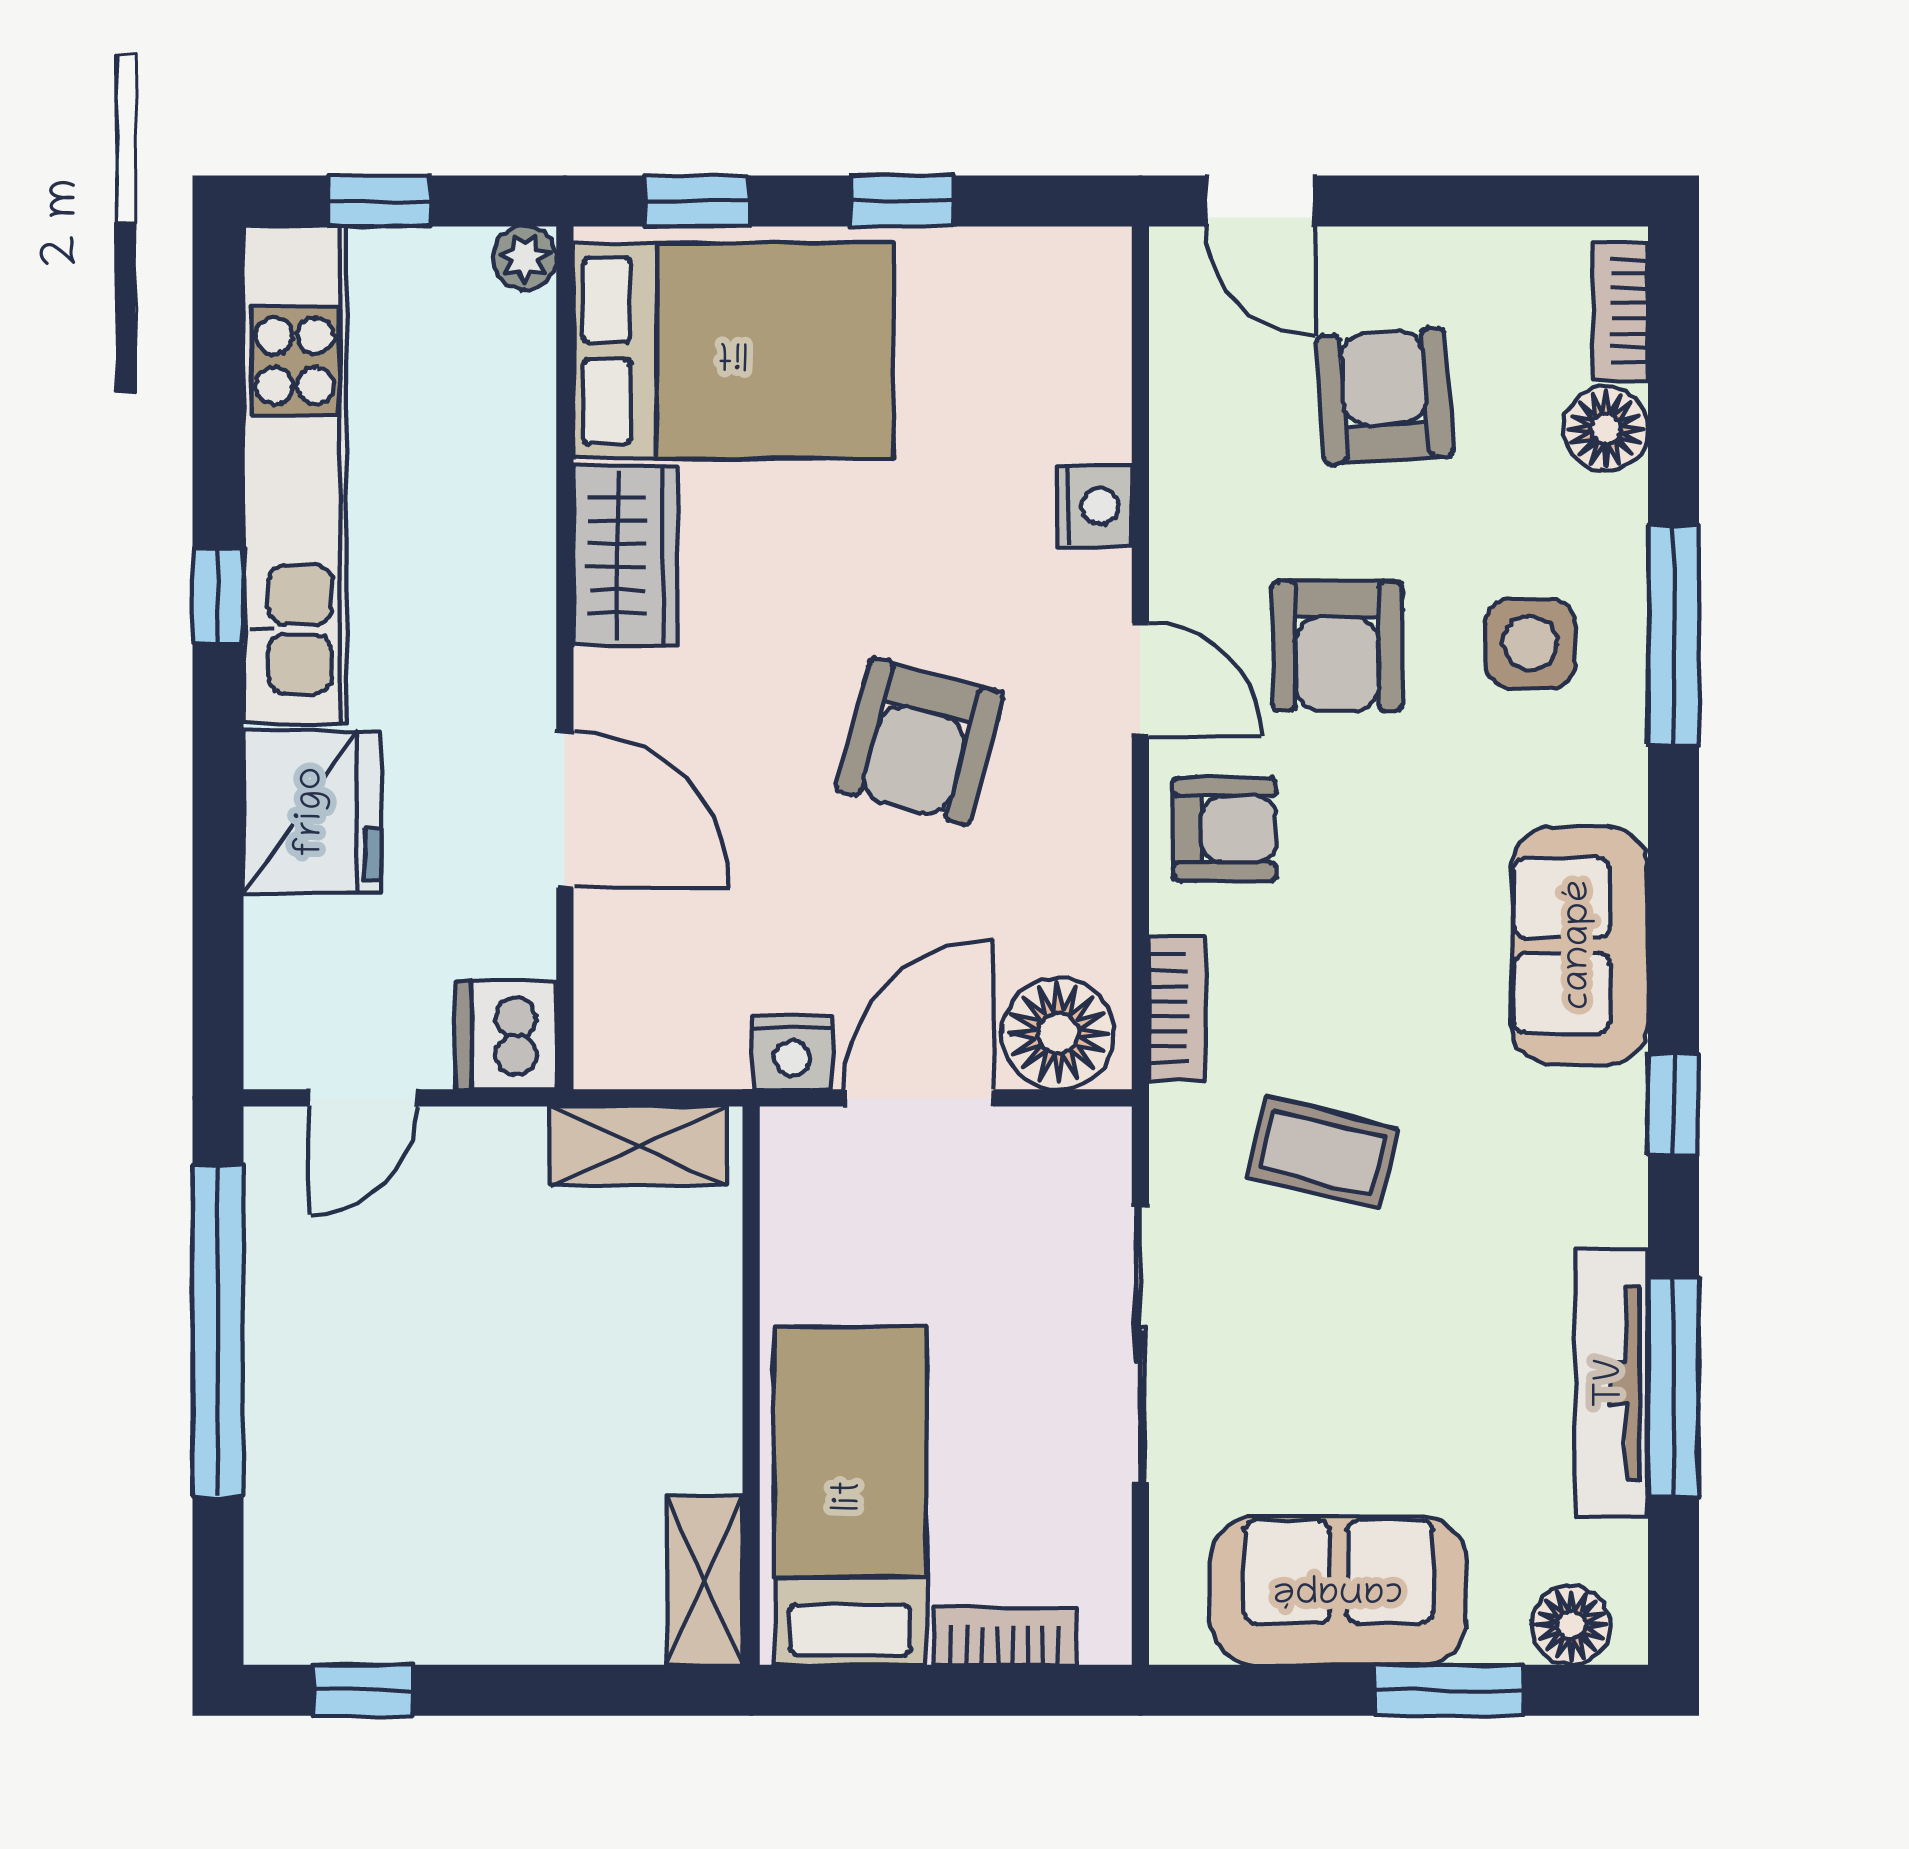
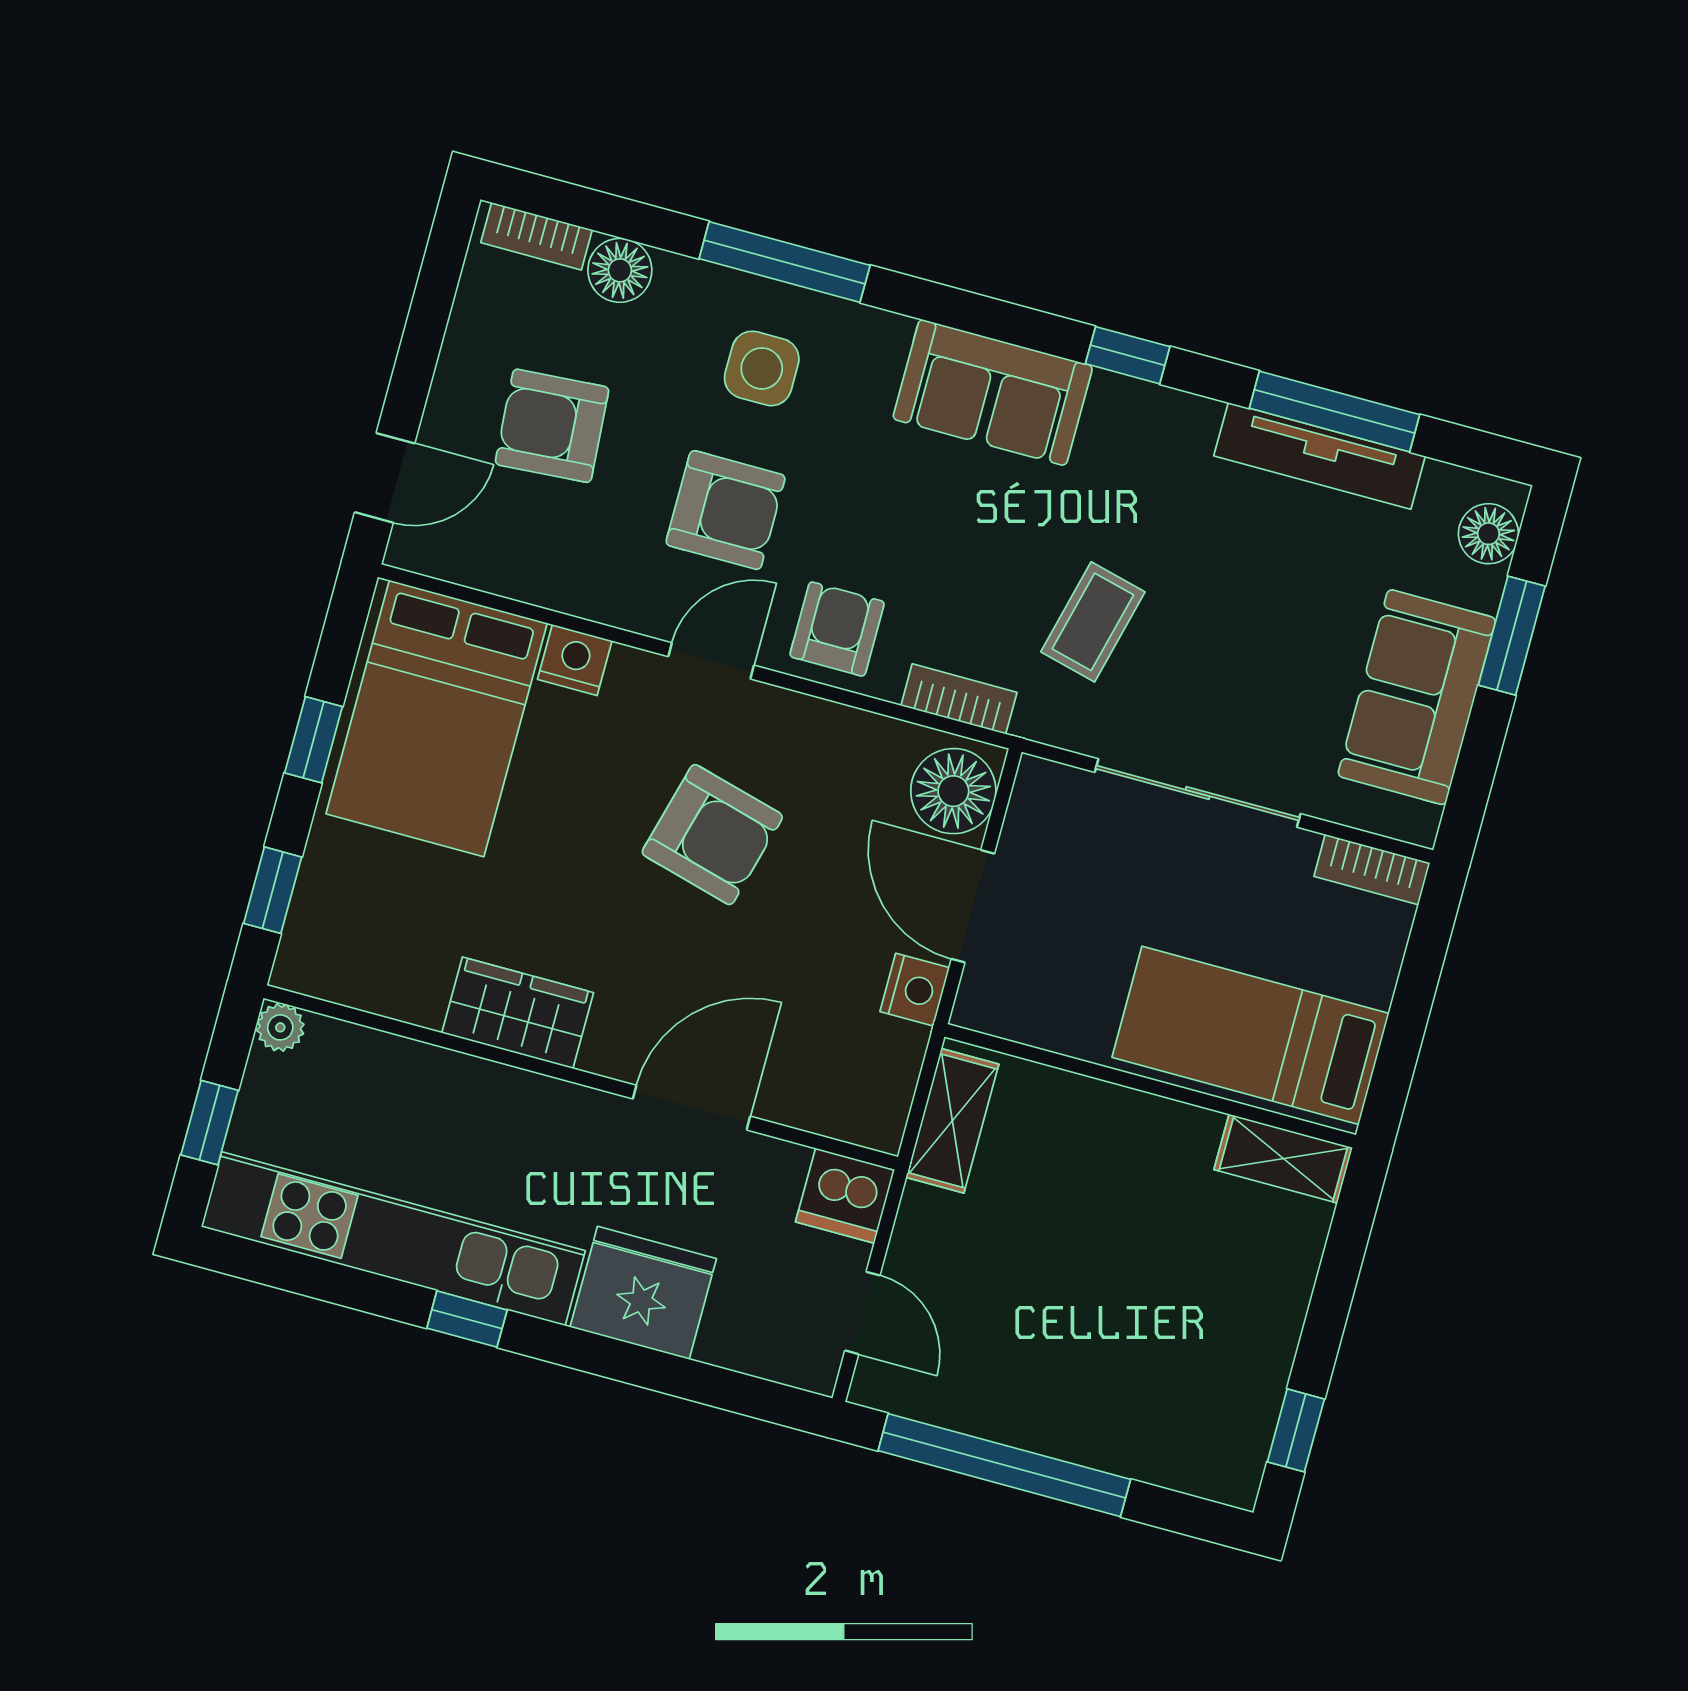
bed: (733, 351) -> (437, 718), moved, turned 180
bookcase: (1005, 1636) -> (1372, 870), moved, turned -90

